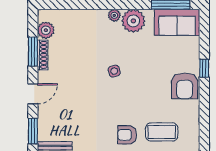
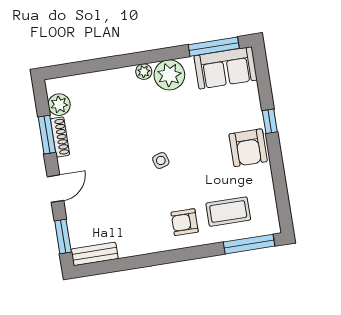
side table: (114, 71) -> (161, 160), moved

